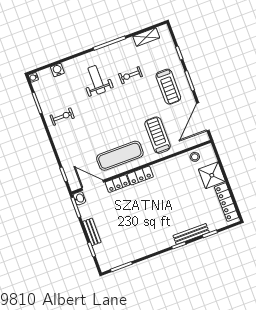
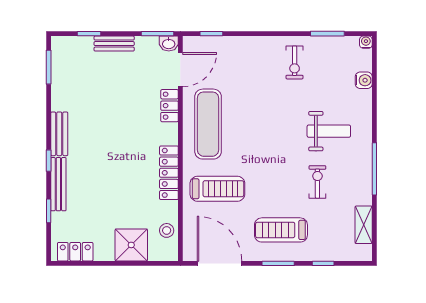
locker: (140, 176) -> (169, 173), moved, width x1.53
locker: (227, 202) -> (75, 252), width x0.66
bench: (160, 245) -> (59, 134), added

